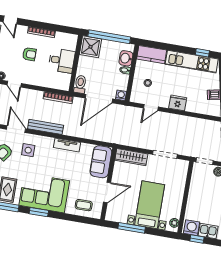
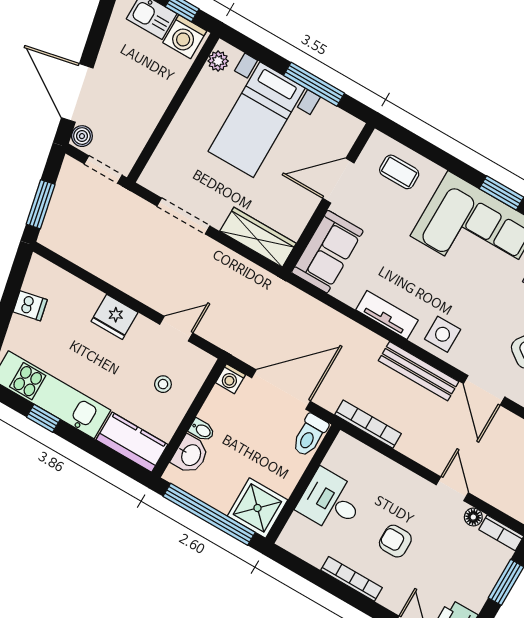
window: (202, 53) -> (43, 418), moved
side table: (28, 150) -> (443, 334), moved

